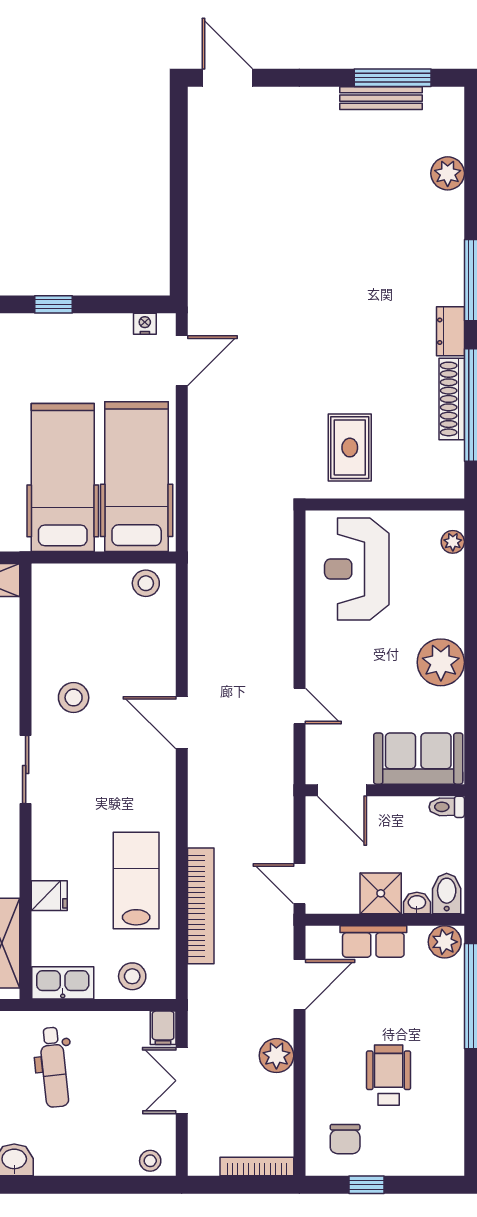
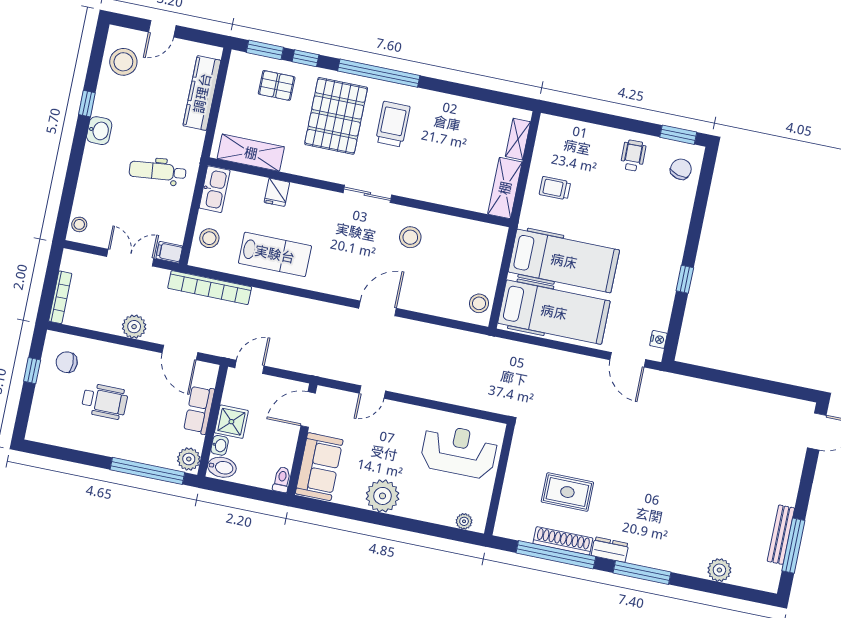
rug: (350, 448) -> (567, 492), moved
bookcase: (201, 906) -> (210, 288), moved

